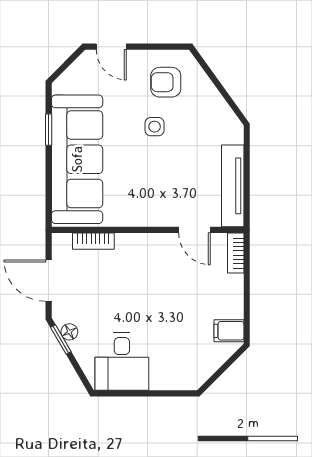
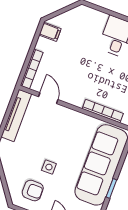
bookcase: (93, 241) -> (103, 111), width x1.56
bookcase: (236, 253) -> (32, 69), width x1.56

